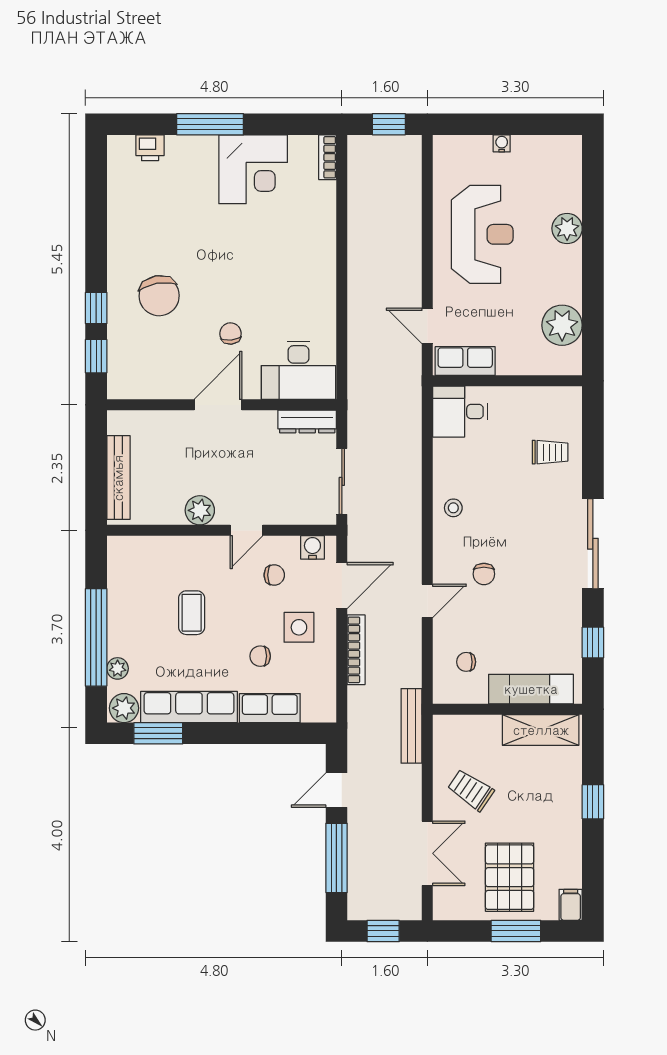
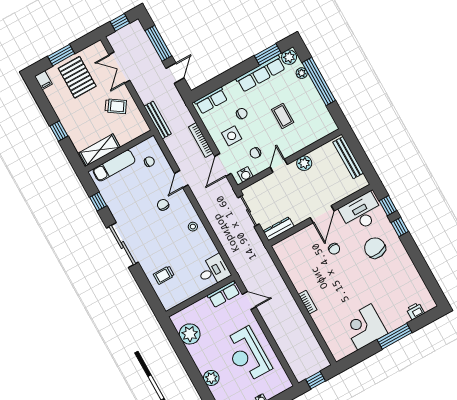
bookcase: (328, 157) -> (308, 302), moved
desk: (299, 370) -> (361, 212), moved
row of seats: (270, 708) -> (211, 101), moved

